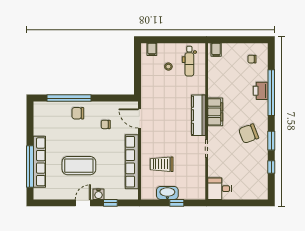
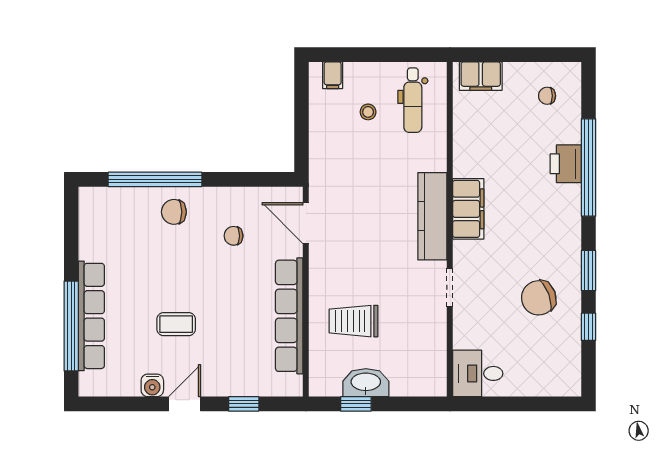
filing cabinet: (216, 50) -> (481, 76), width x2.00
chair: (249, 134) -> (539, 298), moved
coffee table: (79, 166) -> (176, 324), width x0.54, depth x0.58
water cooler: (99, 194) -> (152, 385), moved
window: (177, 203) -> (356, 404), moved

